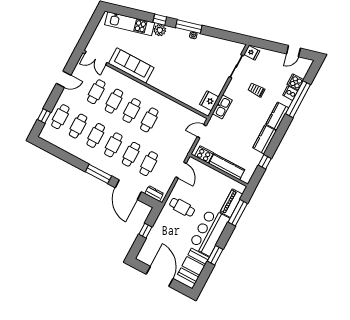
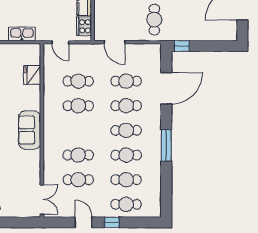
sofa: (131, 66) -> (30, 130), moved, width x0.73
fridge: (209, 101) -> (32, 75), moved, turned 90
cafe table: (132, 111) -> (78, 81), moved
window: (44, 116) -> (112, 222), moved
door: (181, 170) -> (114, 42), swing flipped
window: (98, 174) -> (166, 145), moved
dresser: (154, 193) -> (155, 58), removed
window: (145, 231) -> (182, 46), moved

